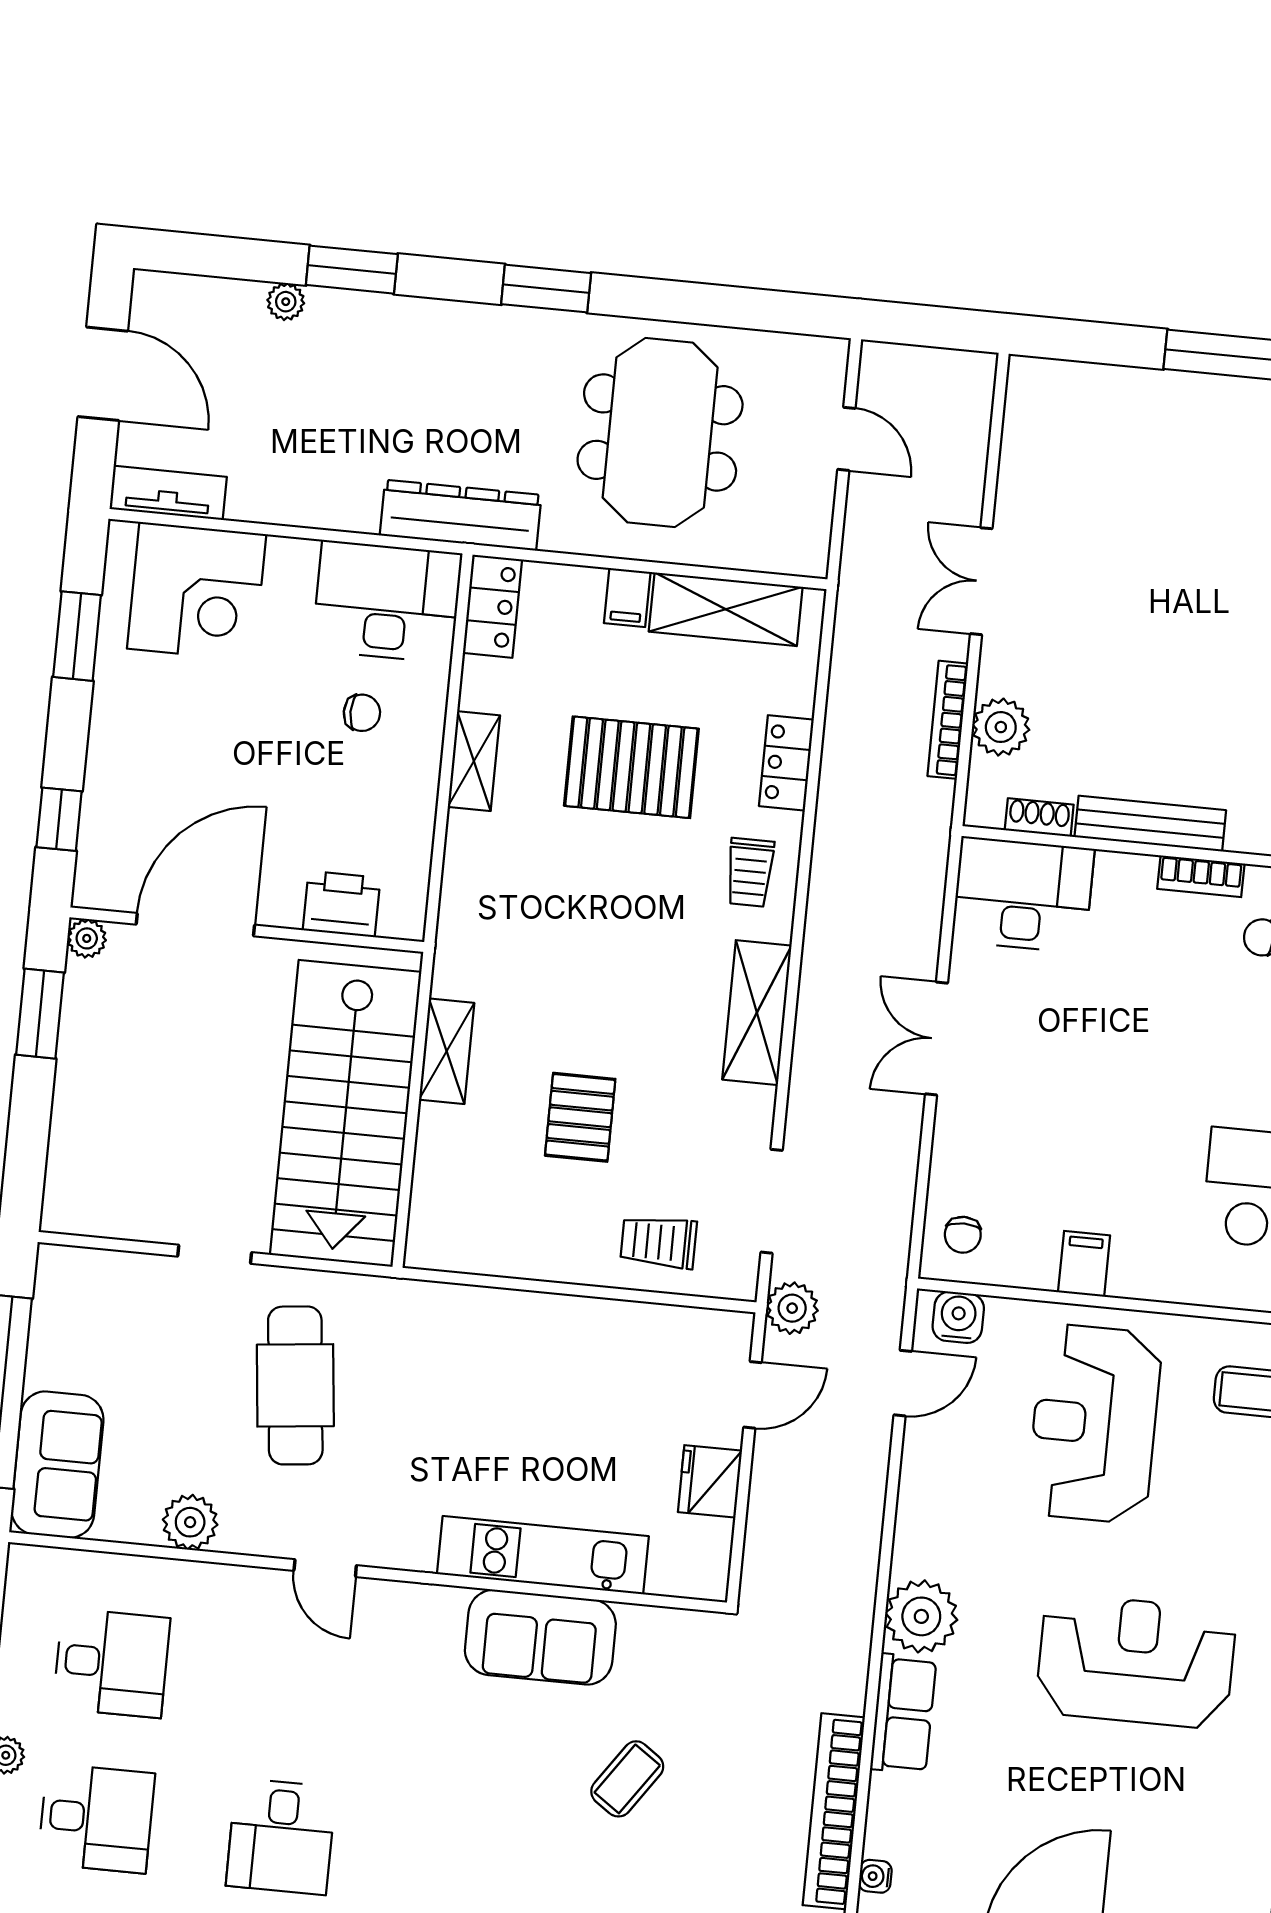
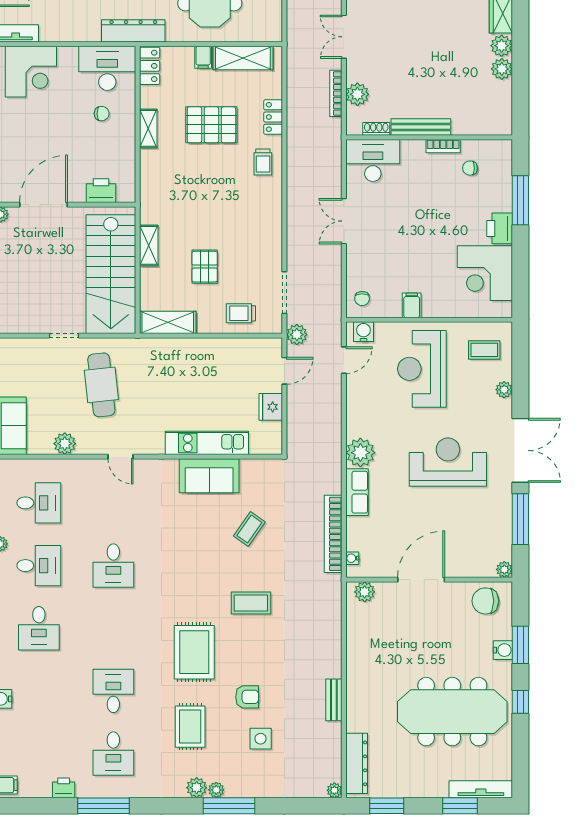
shelving: (757, 1013) -> (168, 322), moved, turned 90

